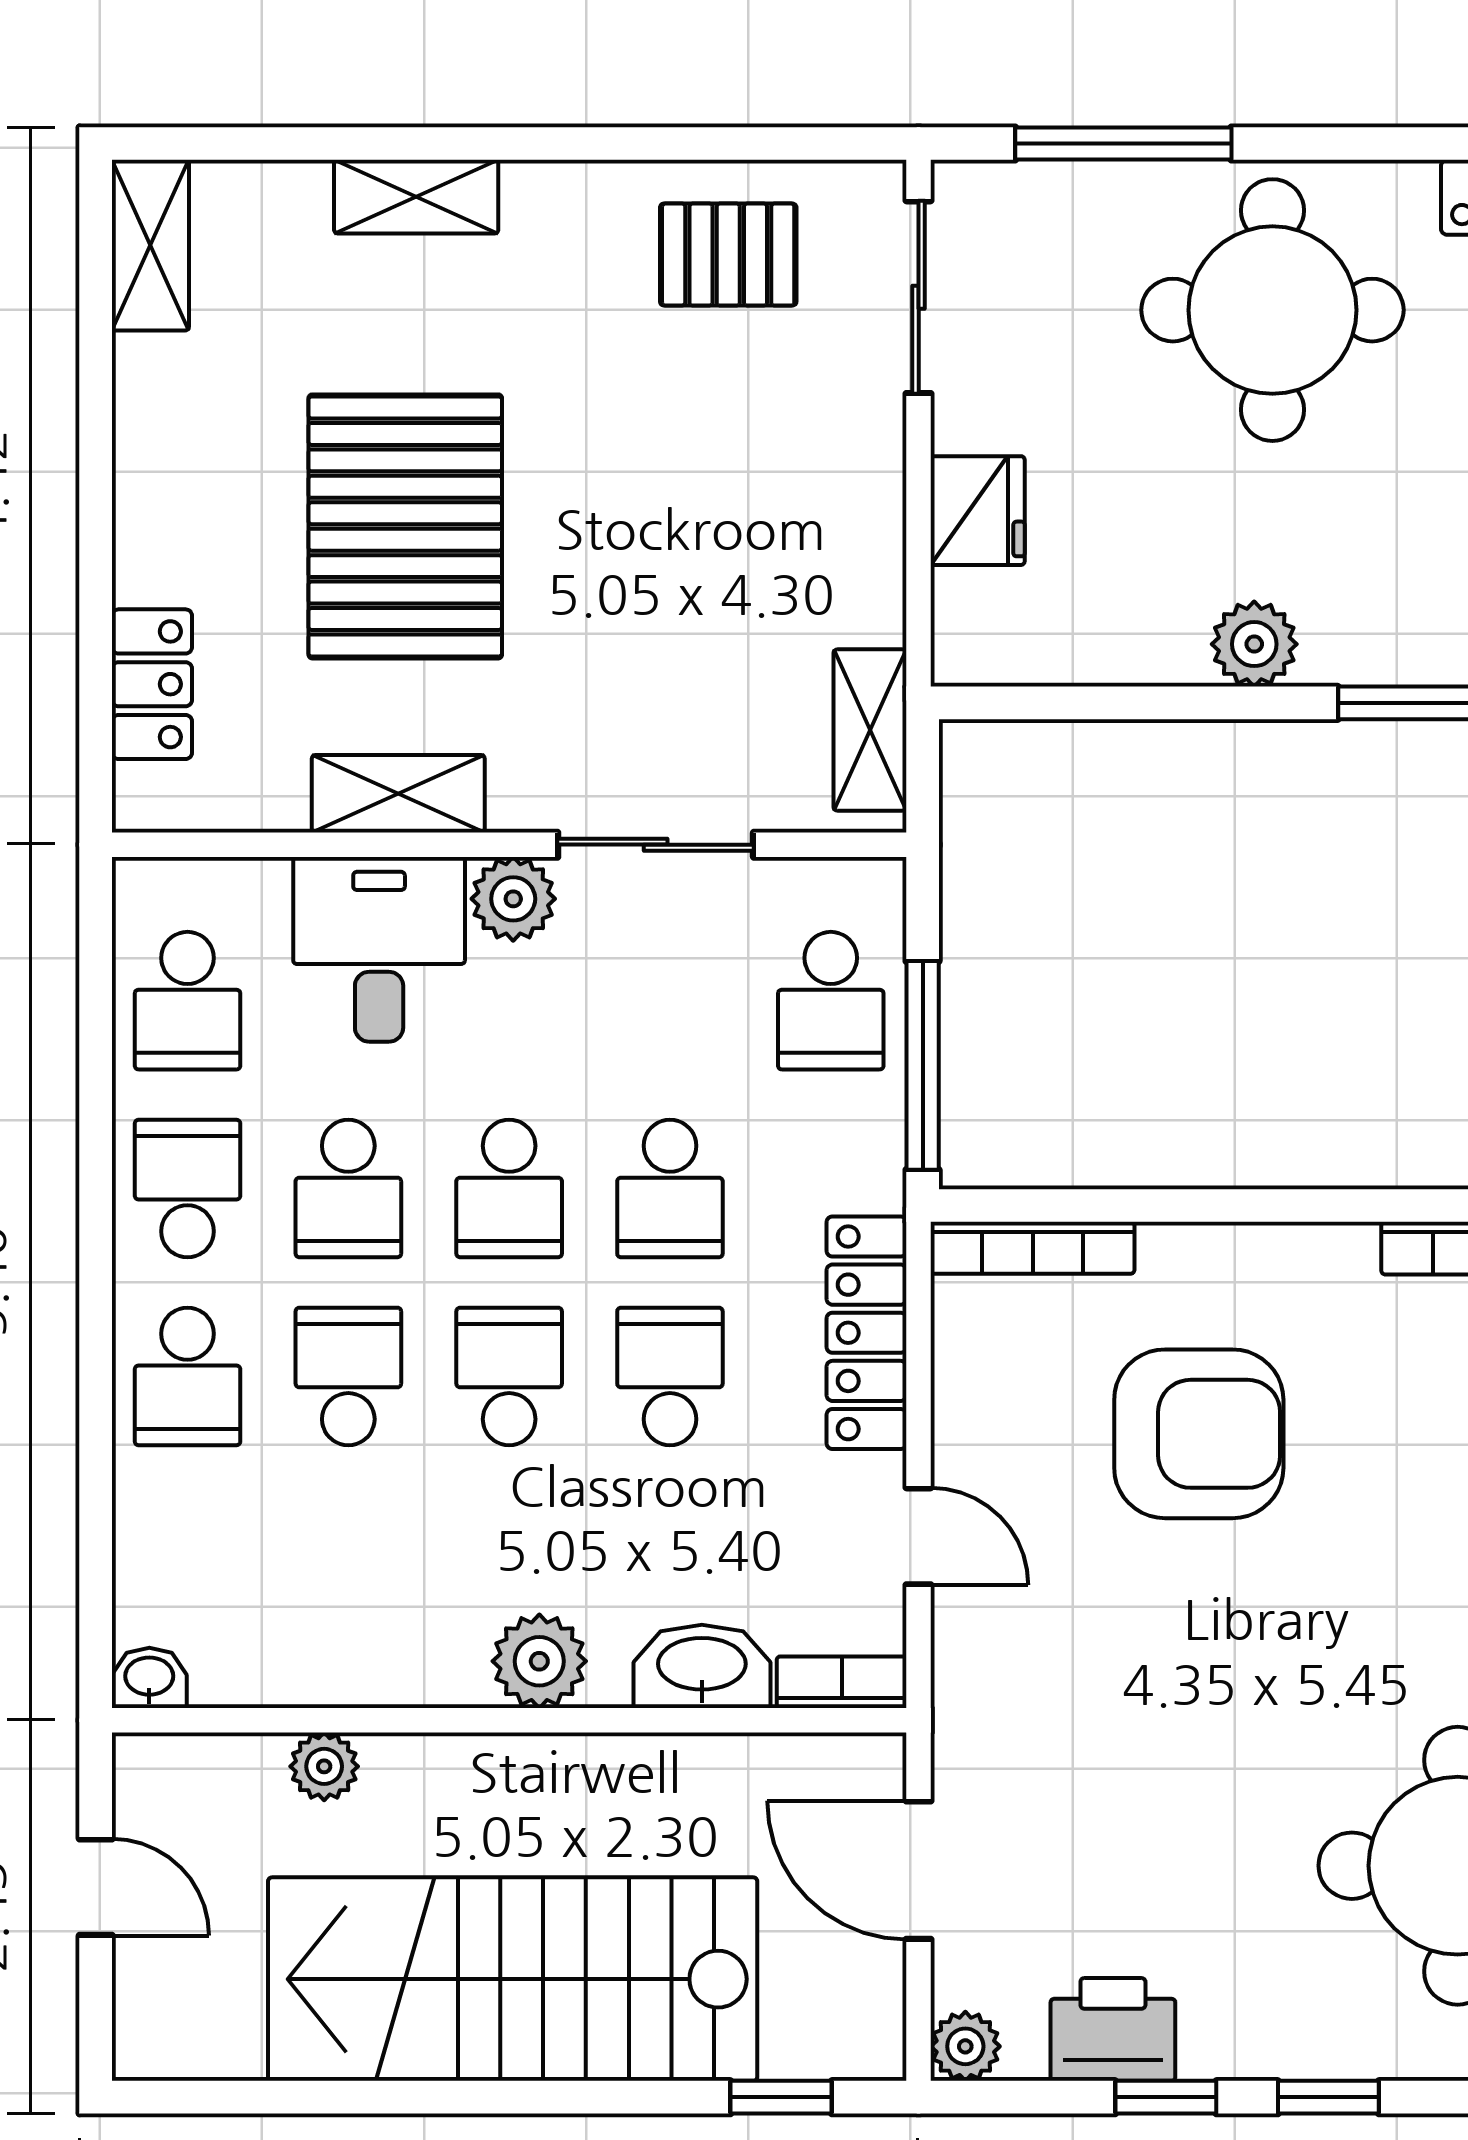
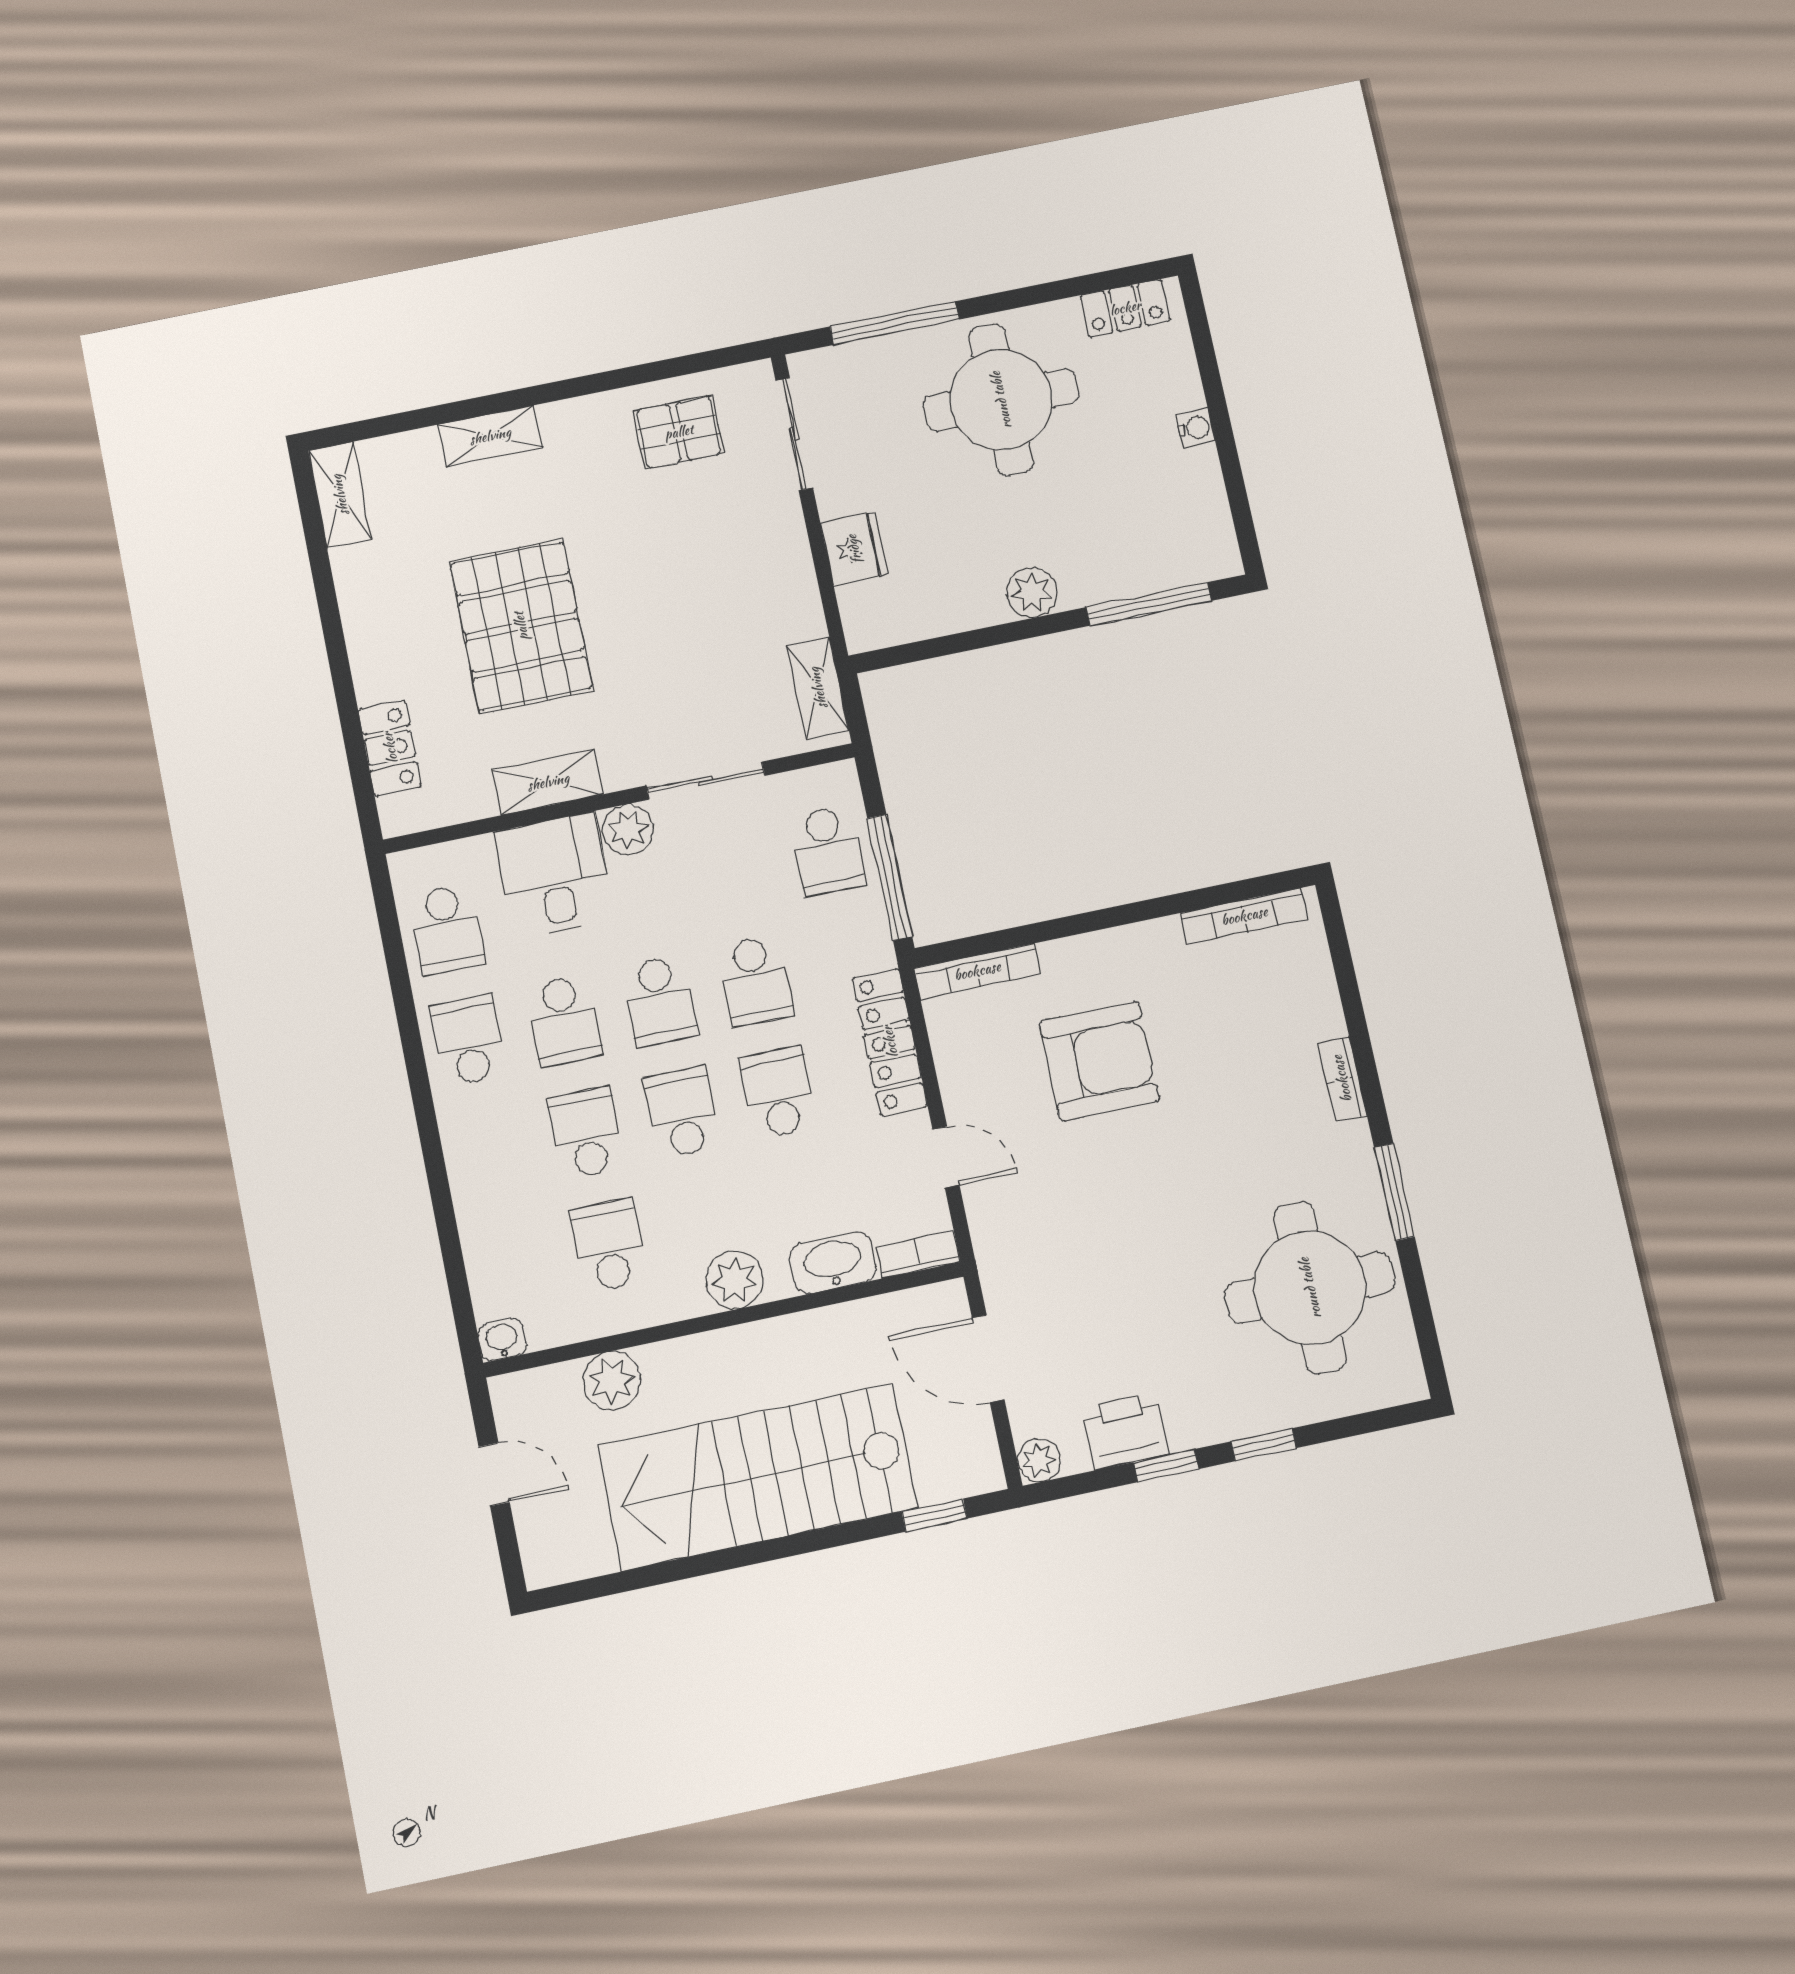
school desk: (188, 1376) -> (608, 1246), moved, turned 180
plant: (324, 1766) -> (612, 1381), width x1.38, depth x1.38

